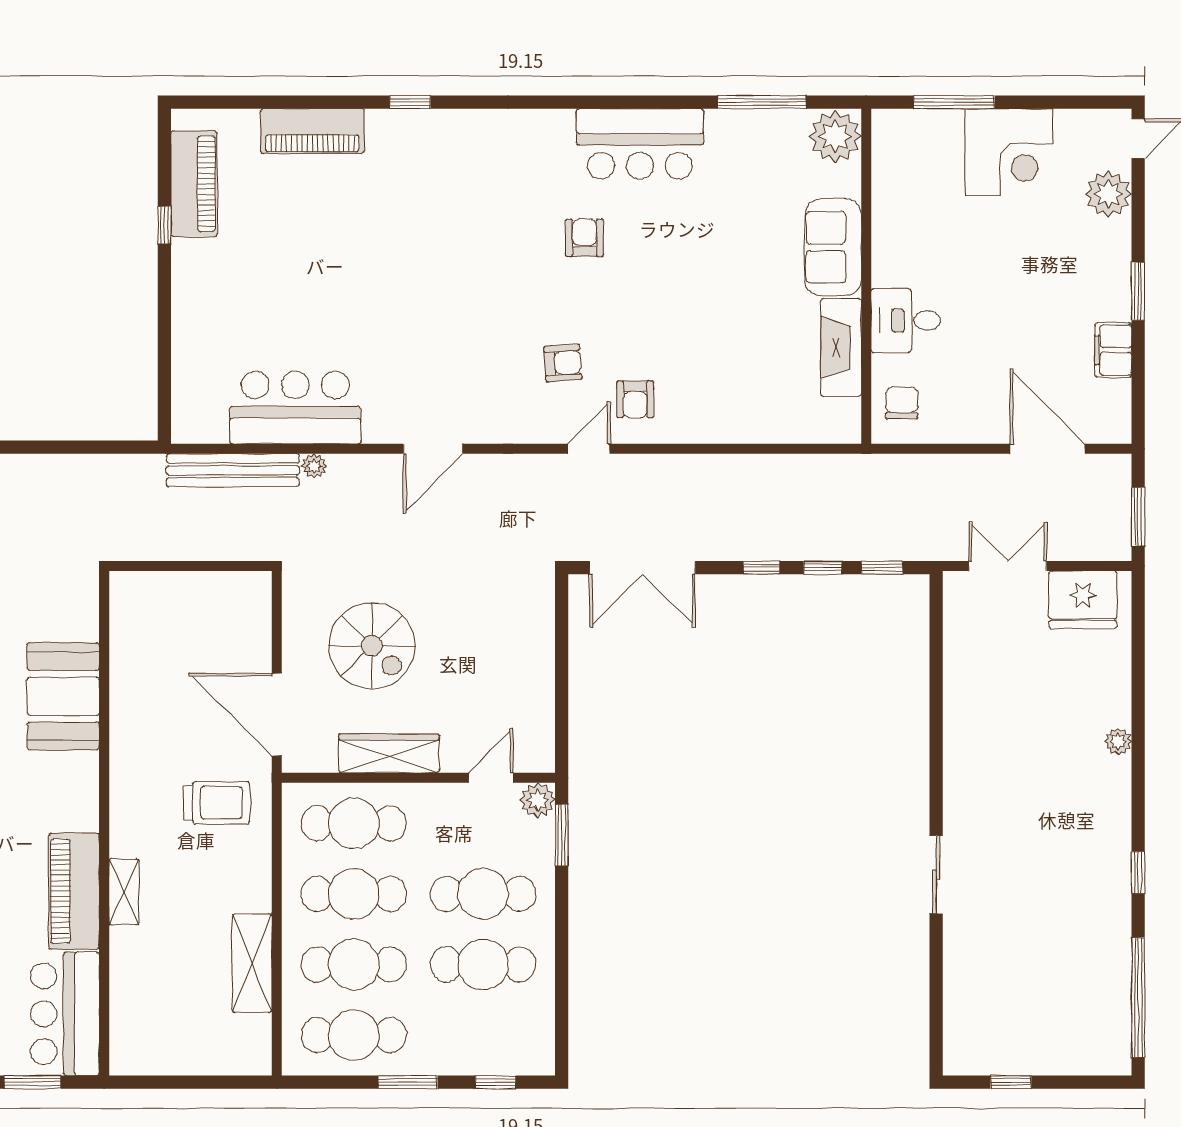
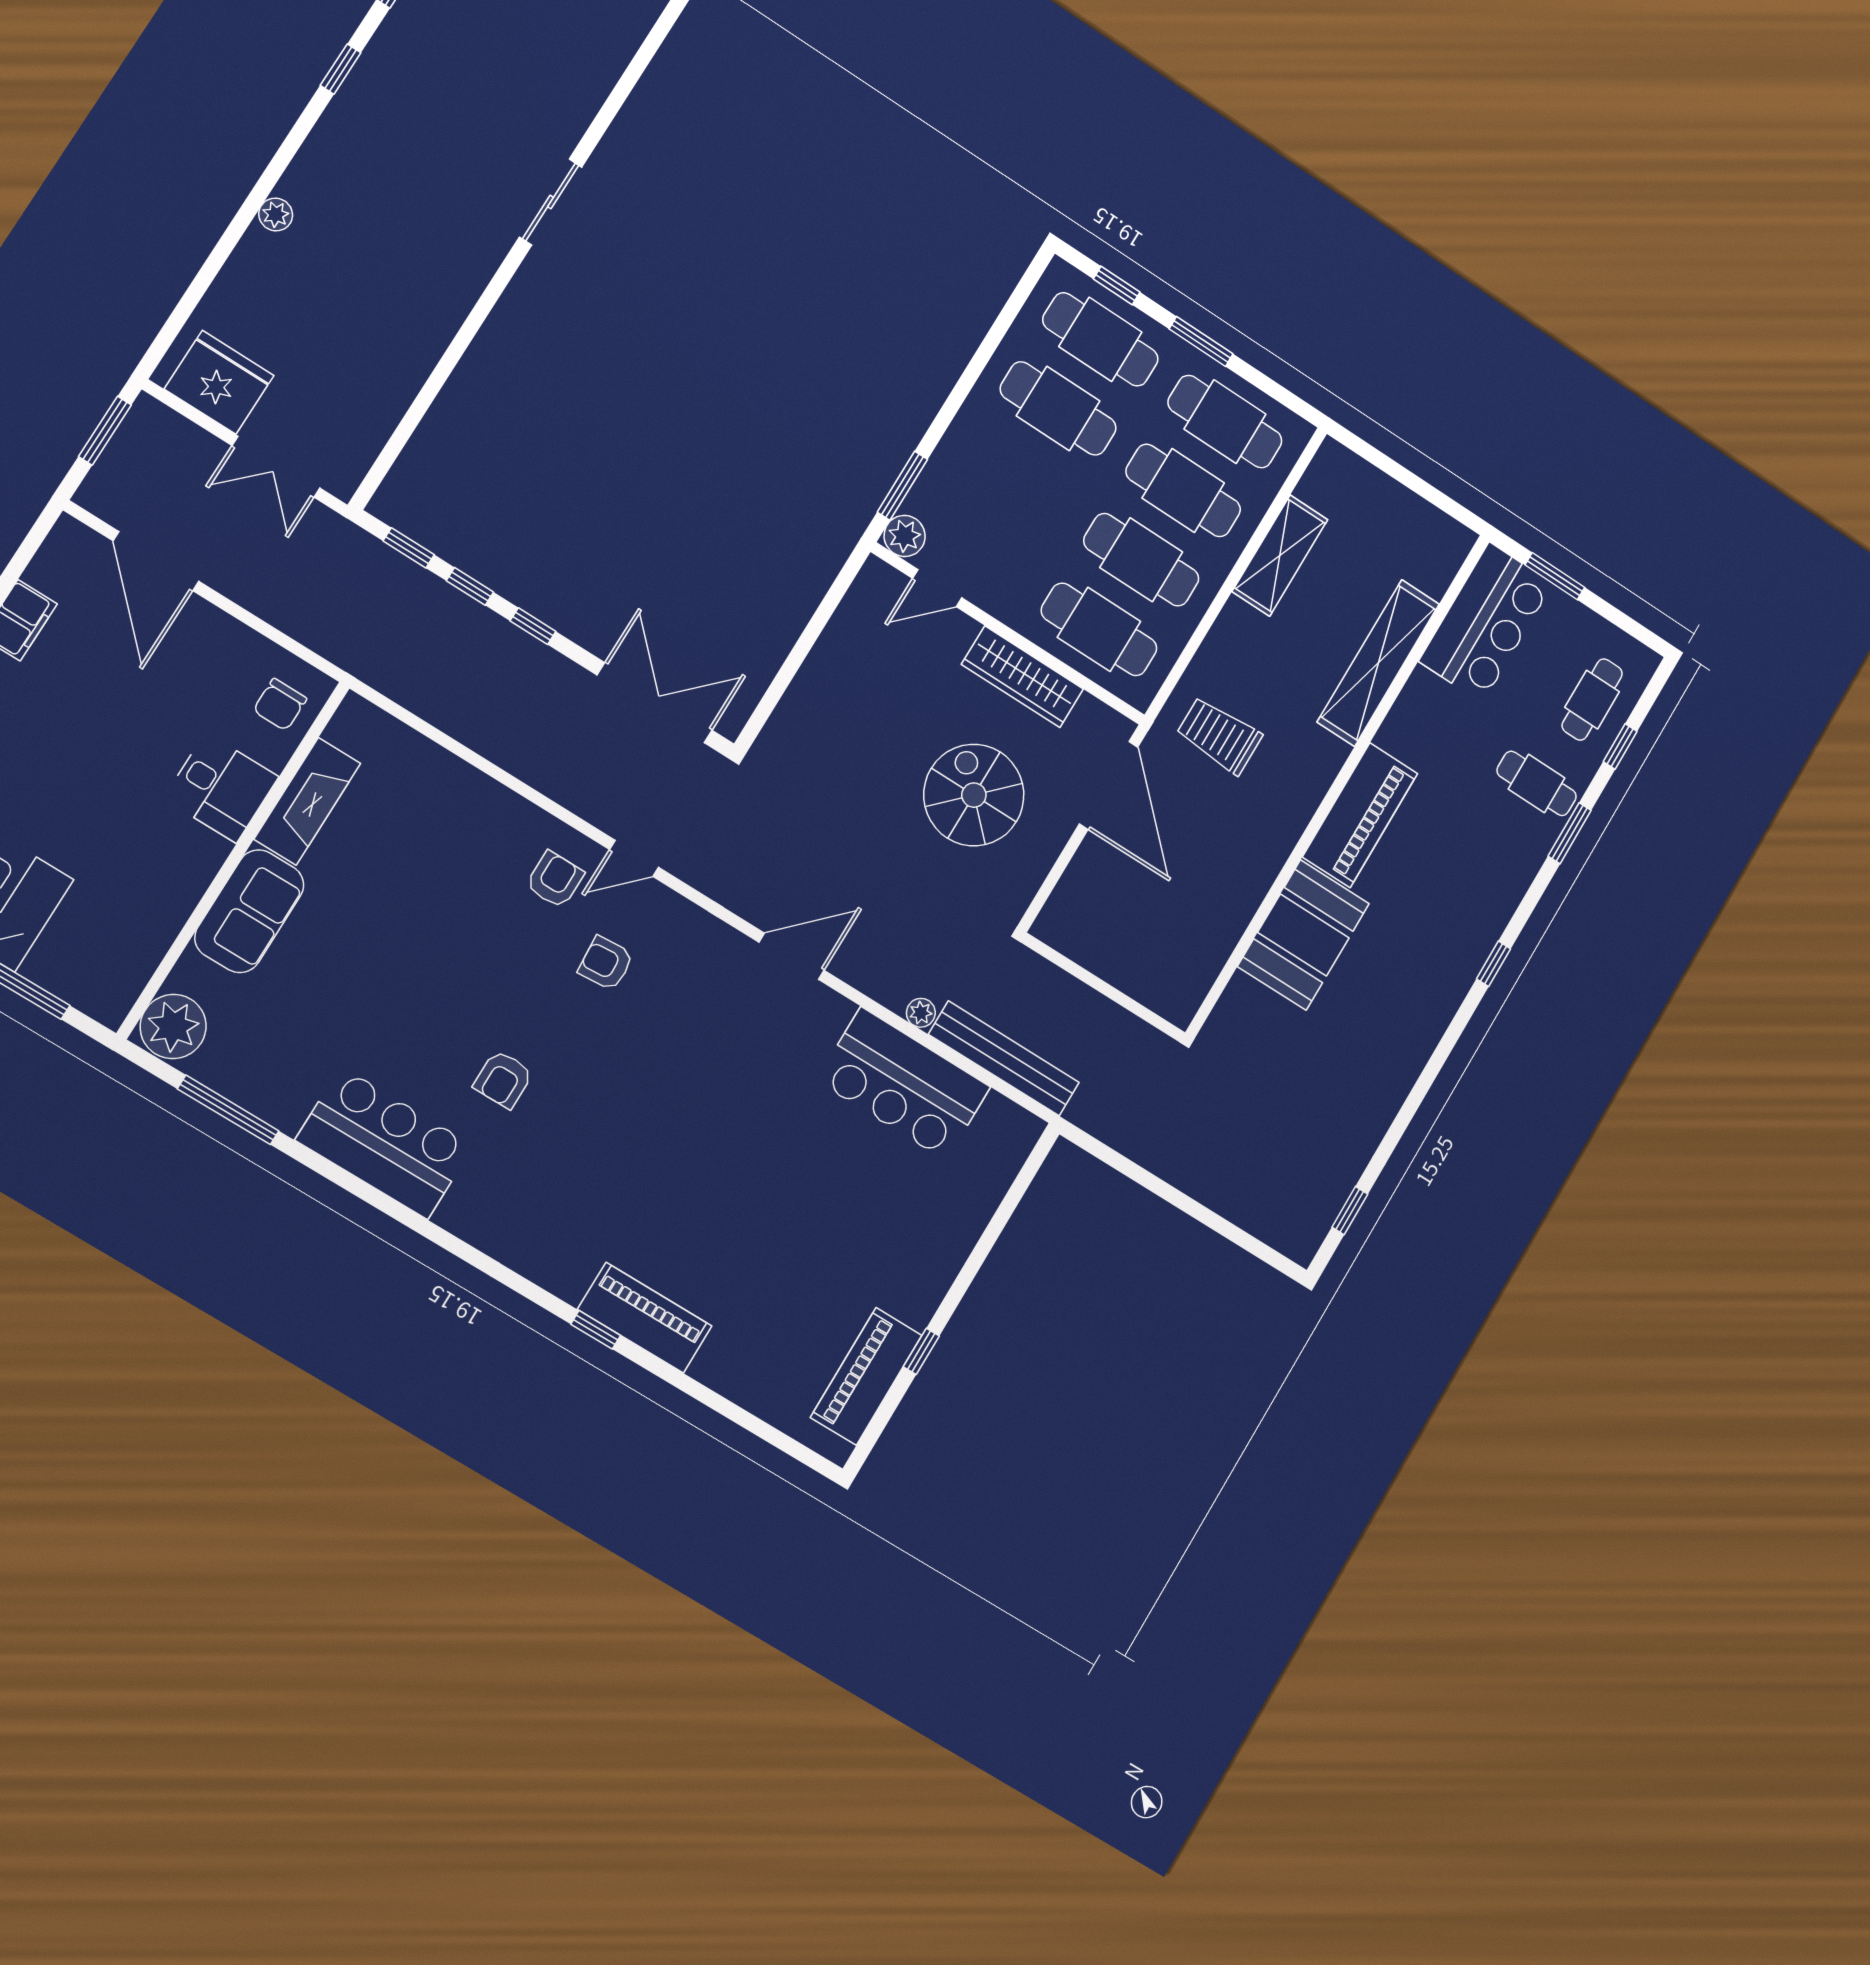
piano: (312, 131) -> (645, 1318), moved
piano: (74, 891) -> (1360, 815), moved
shelving: (124, 892) -> (1378, 663), width x2.20, depth x1.33
cafe table: (483, 894) -> (1100, 339), moved

